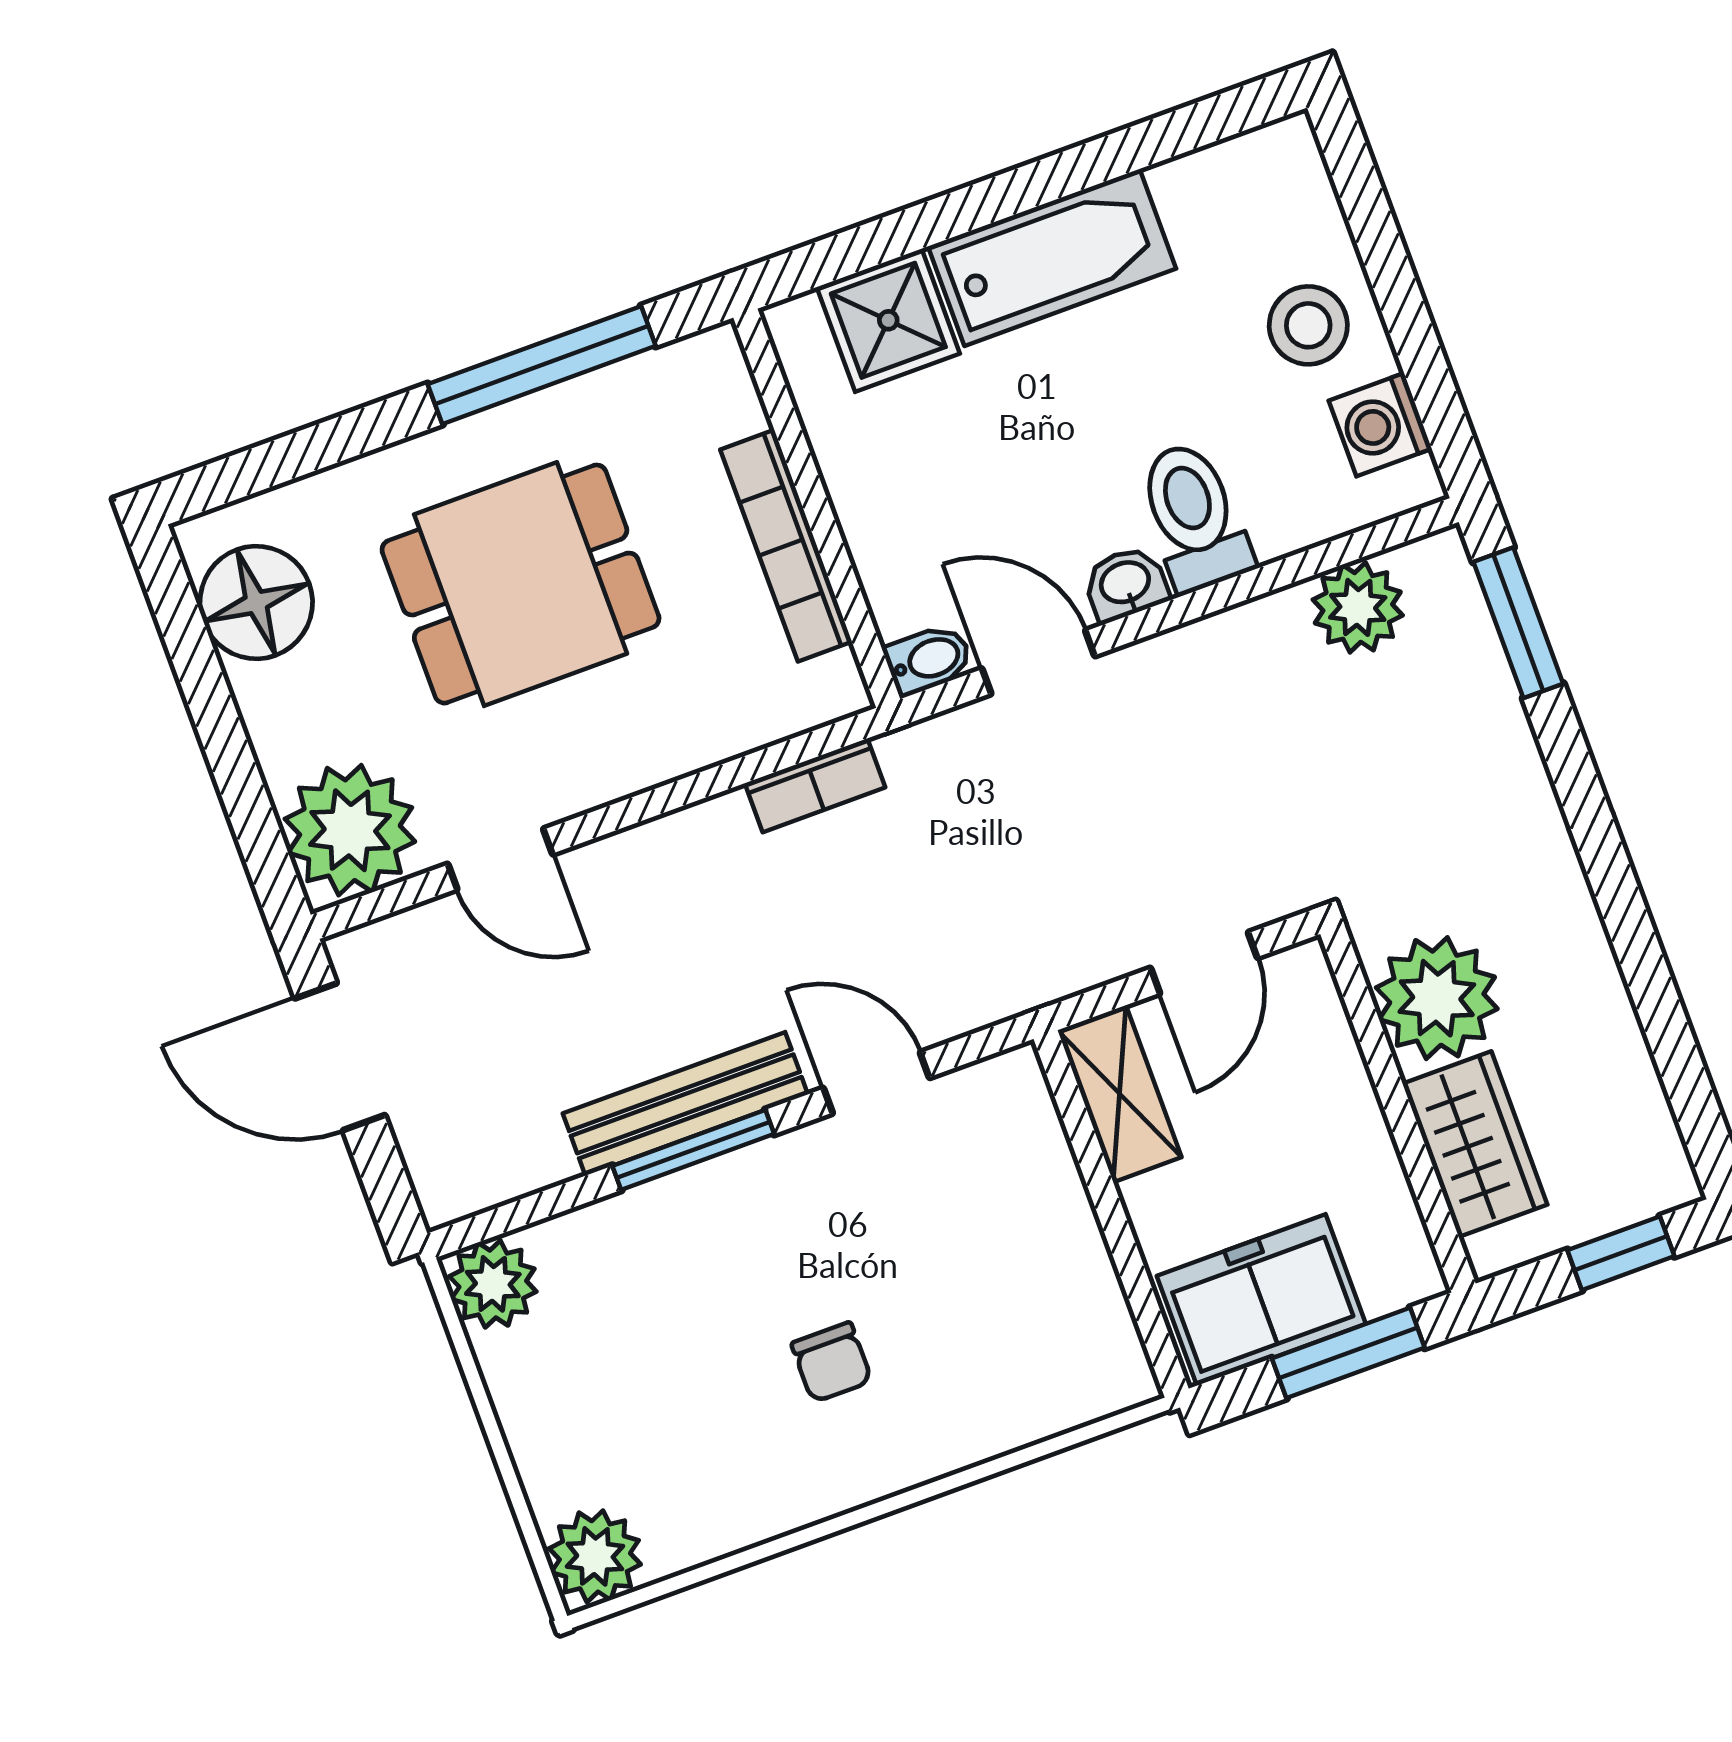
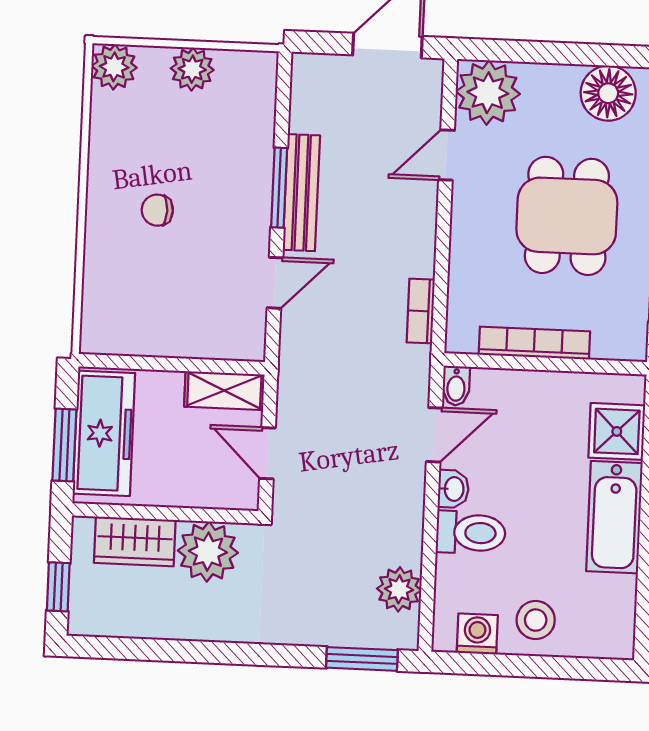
plant: (493, 1284) -> (192, 69), moved
freezer: (1261, 1300) -> (104, 433), width x1.40

